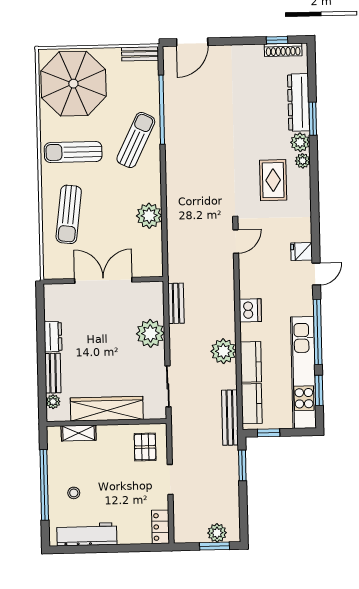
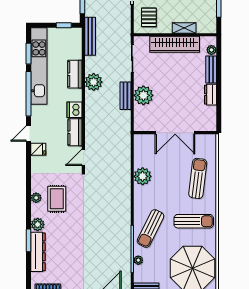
plant: (152, 94) -> (138, 260), added
plant: (303, 161) -> (36, 198), moved
bench: (176, 303) -> (125, 96), moved
kitchen counter: (252, 404) -> (75, 132), moved
shelving: (79, 433) -> (184, 28), moved

